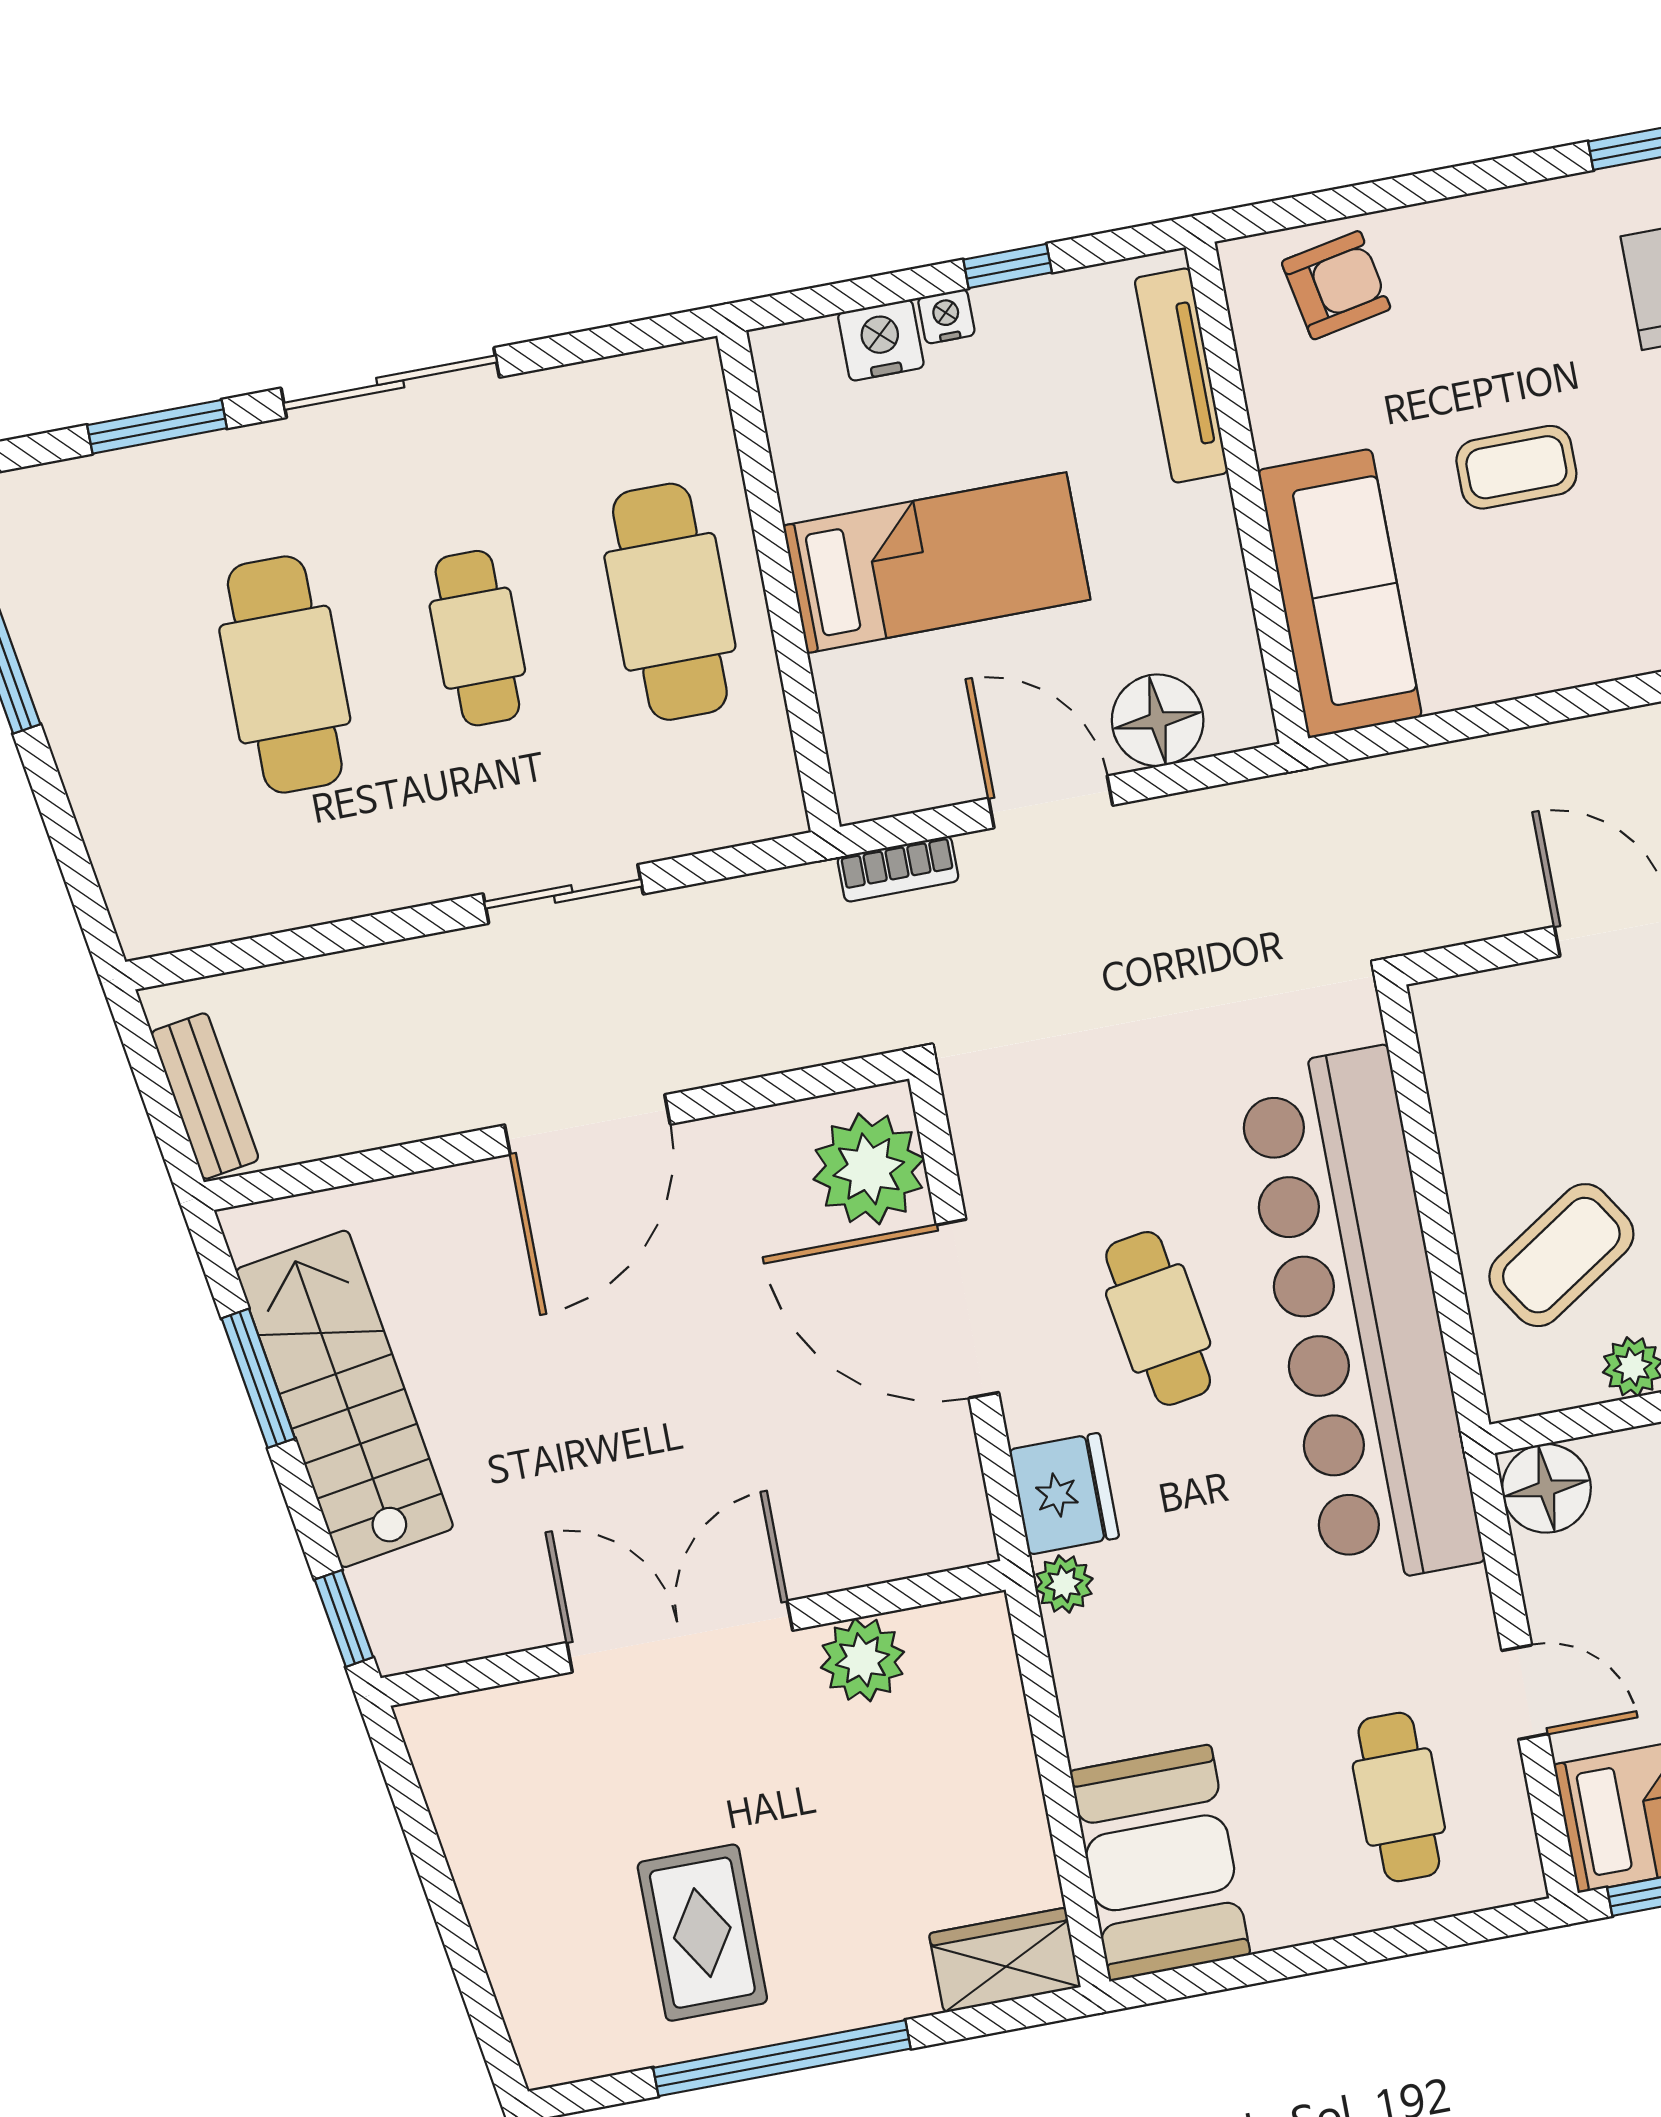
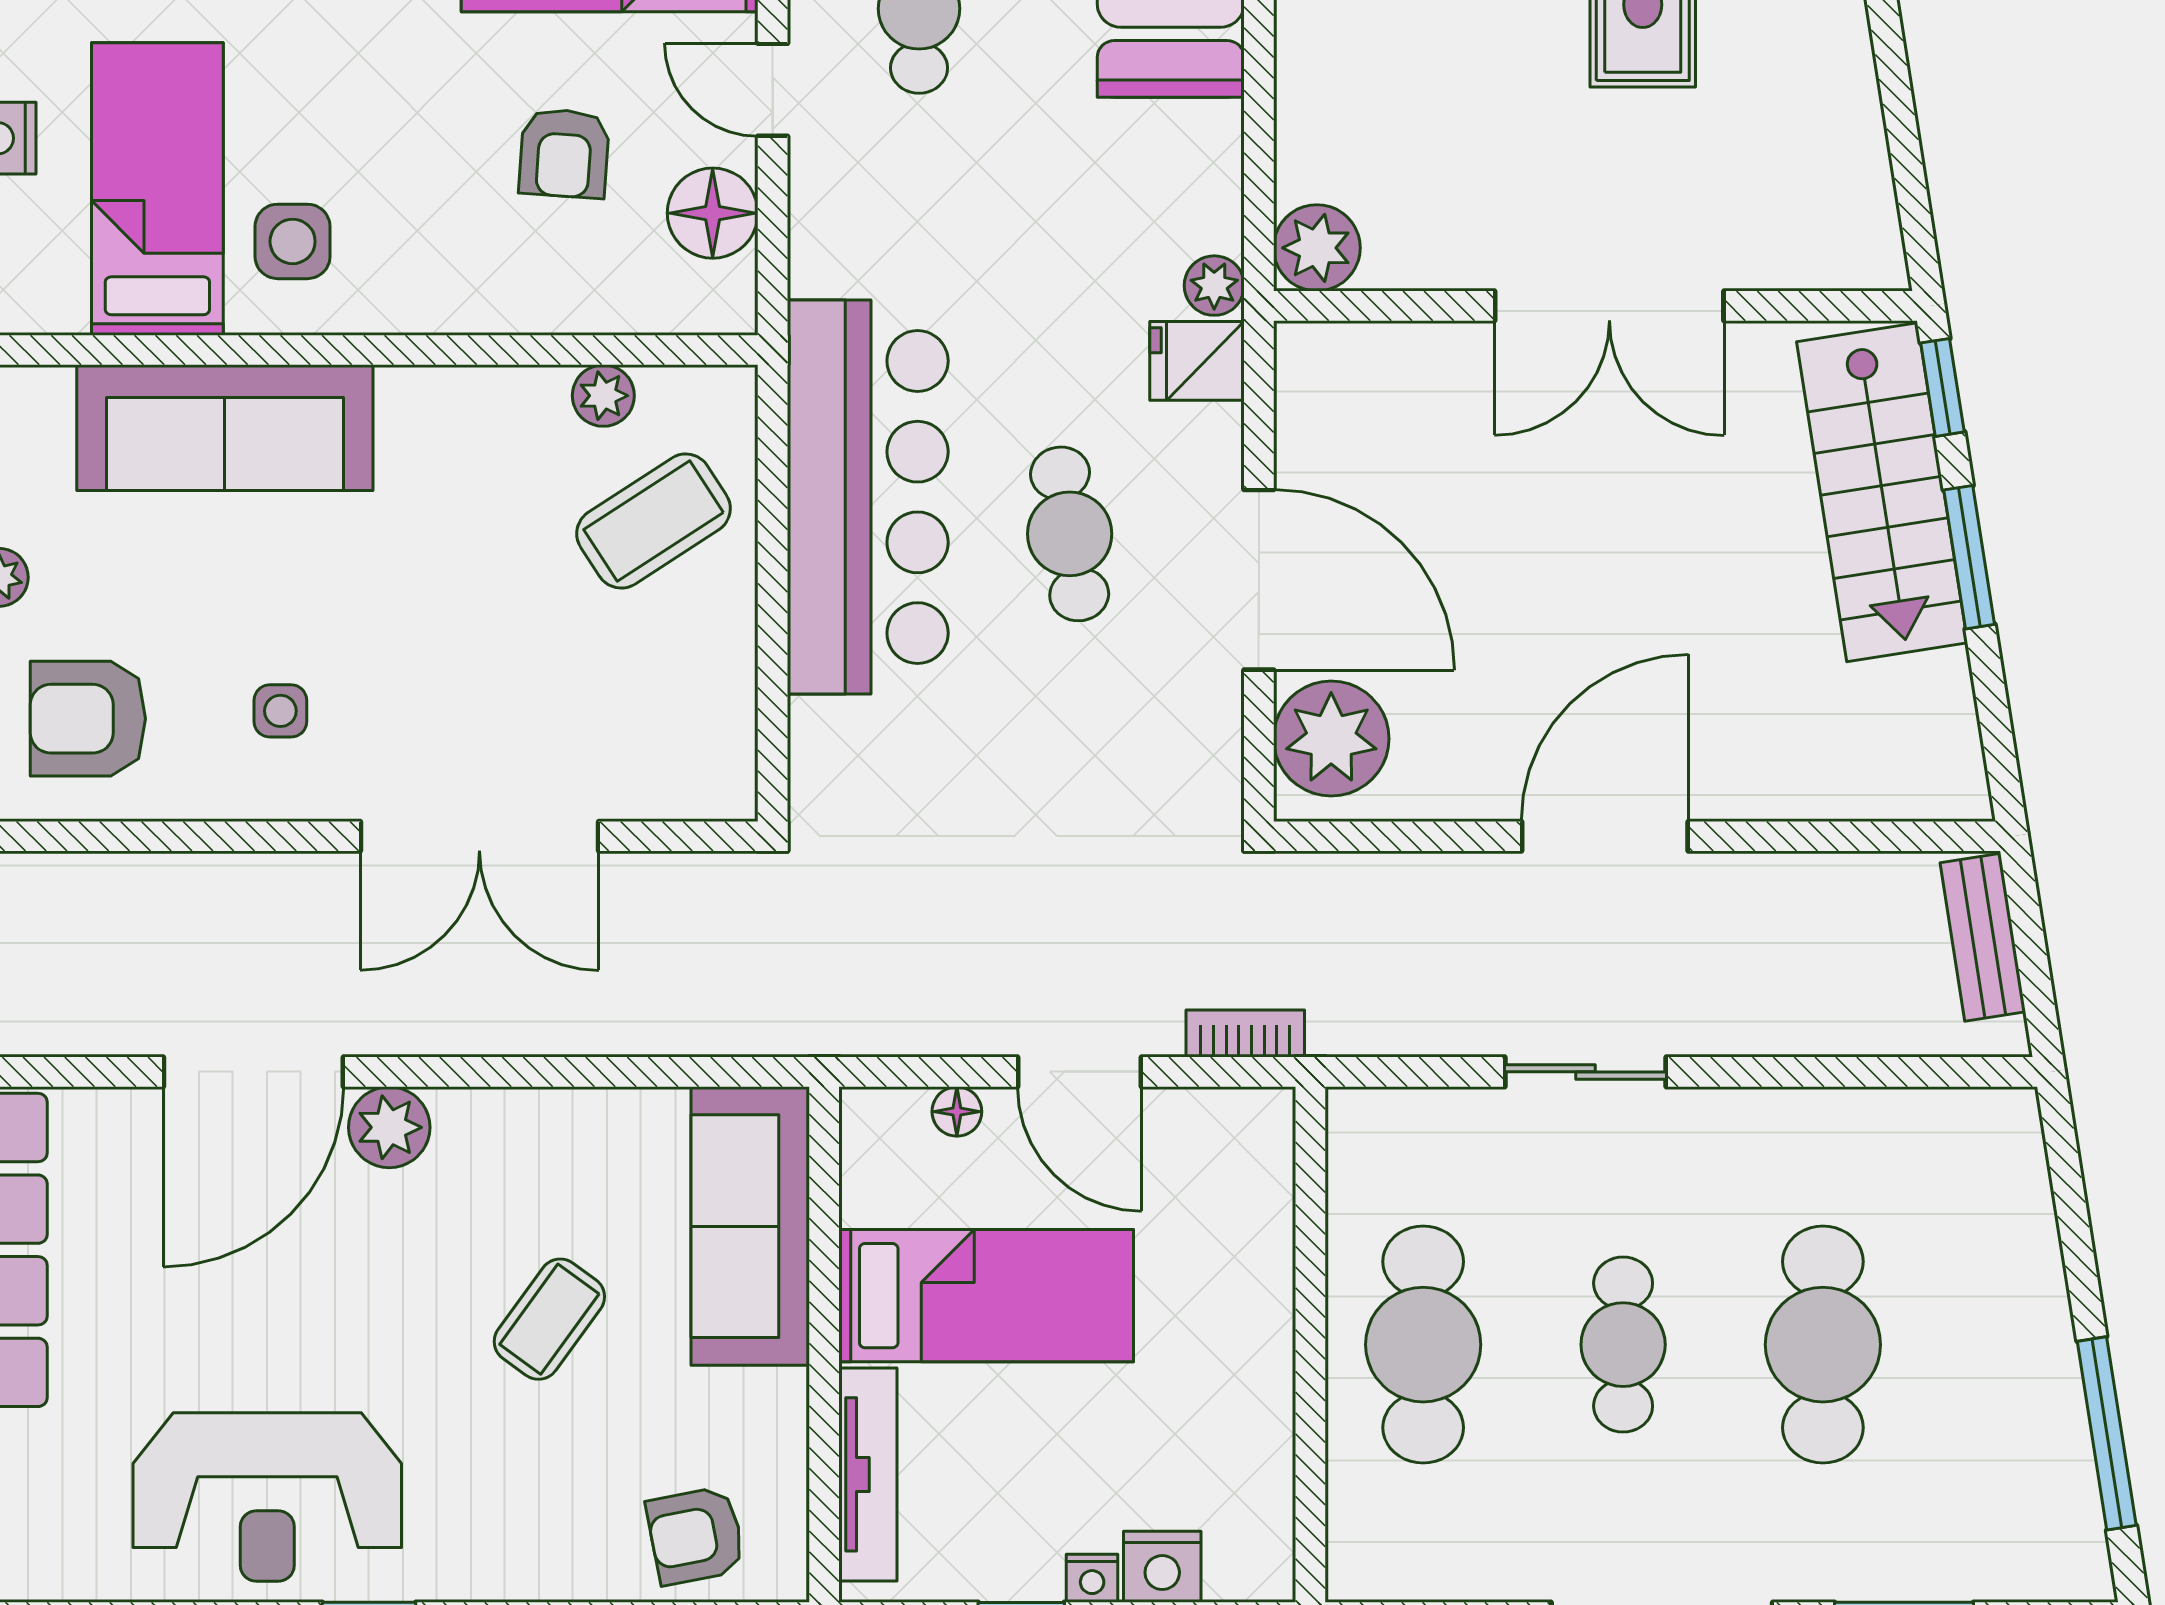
coffee table: (1516, 467) -> (549, 1319), turned -54
bed: (937, 563) -> (986, 1296), moved, turned 180
floor lamp: (1158, 720) -> (957, 1112), width x0.53, depth x0.53
bar counter: (1359, 1317) -> (868, 497), width x0.73
window: (258, 1378) -> (1969, 557), moved
stairs: (345, 1399) -> (1882, 492), moved
floor lamp: (1546, 1488) -> (713, 213), moved
fridge: (1064, 1494) -> (1197, 361), width x0.72
plant: (862, 1660) -> (1317, 248), moved

